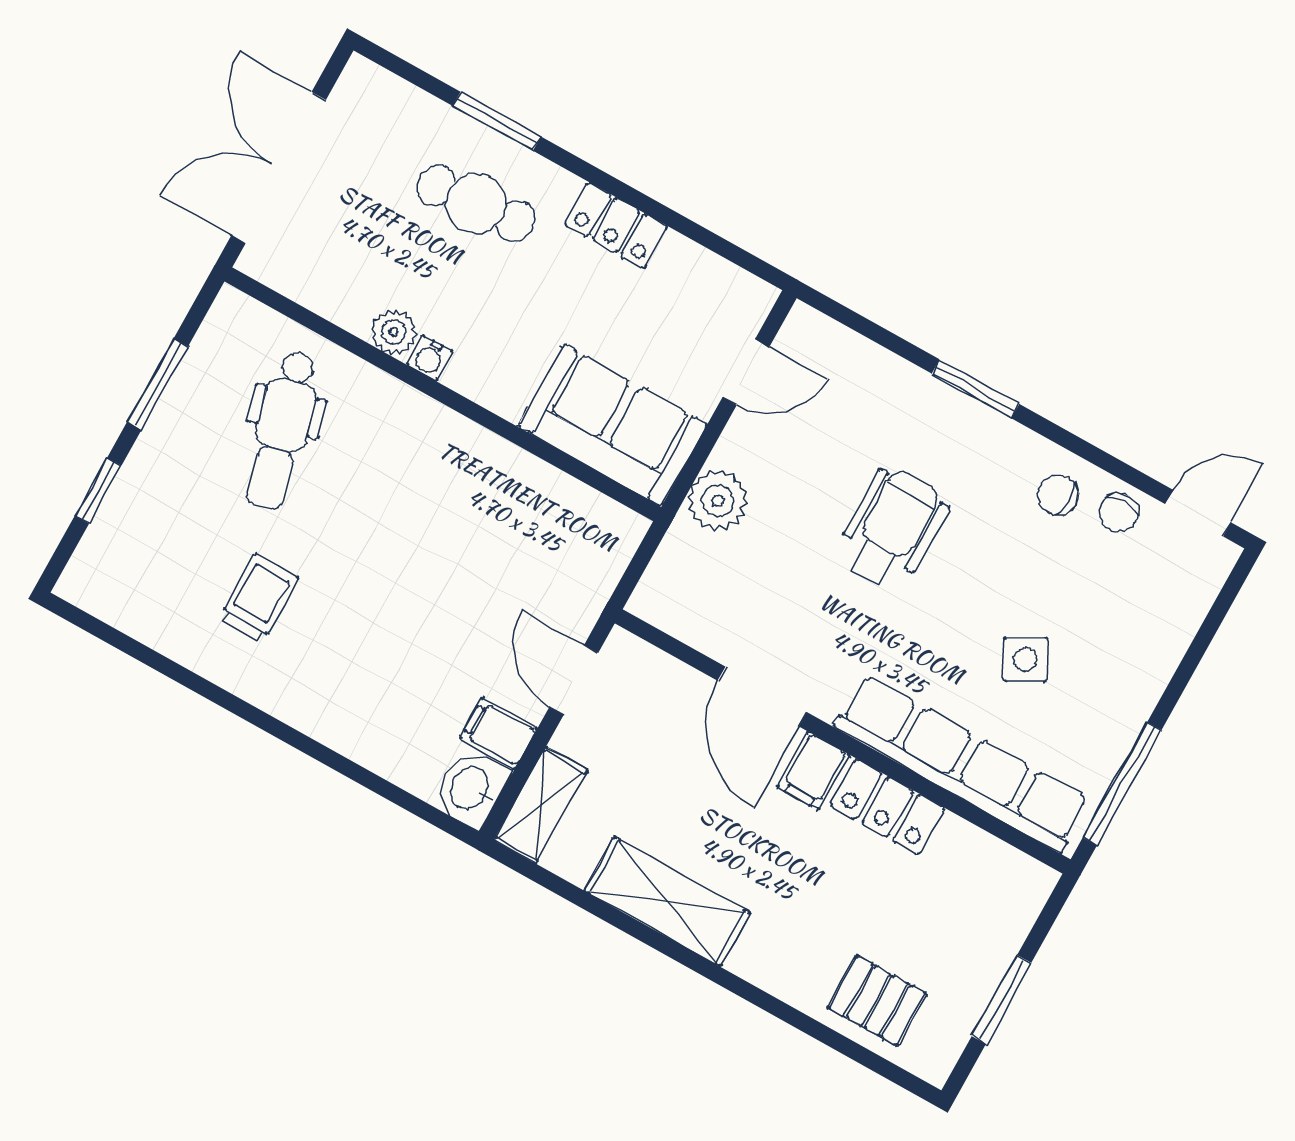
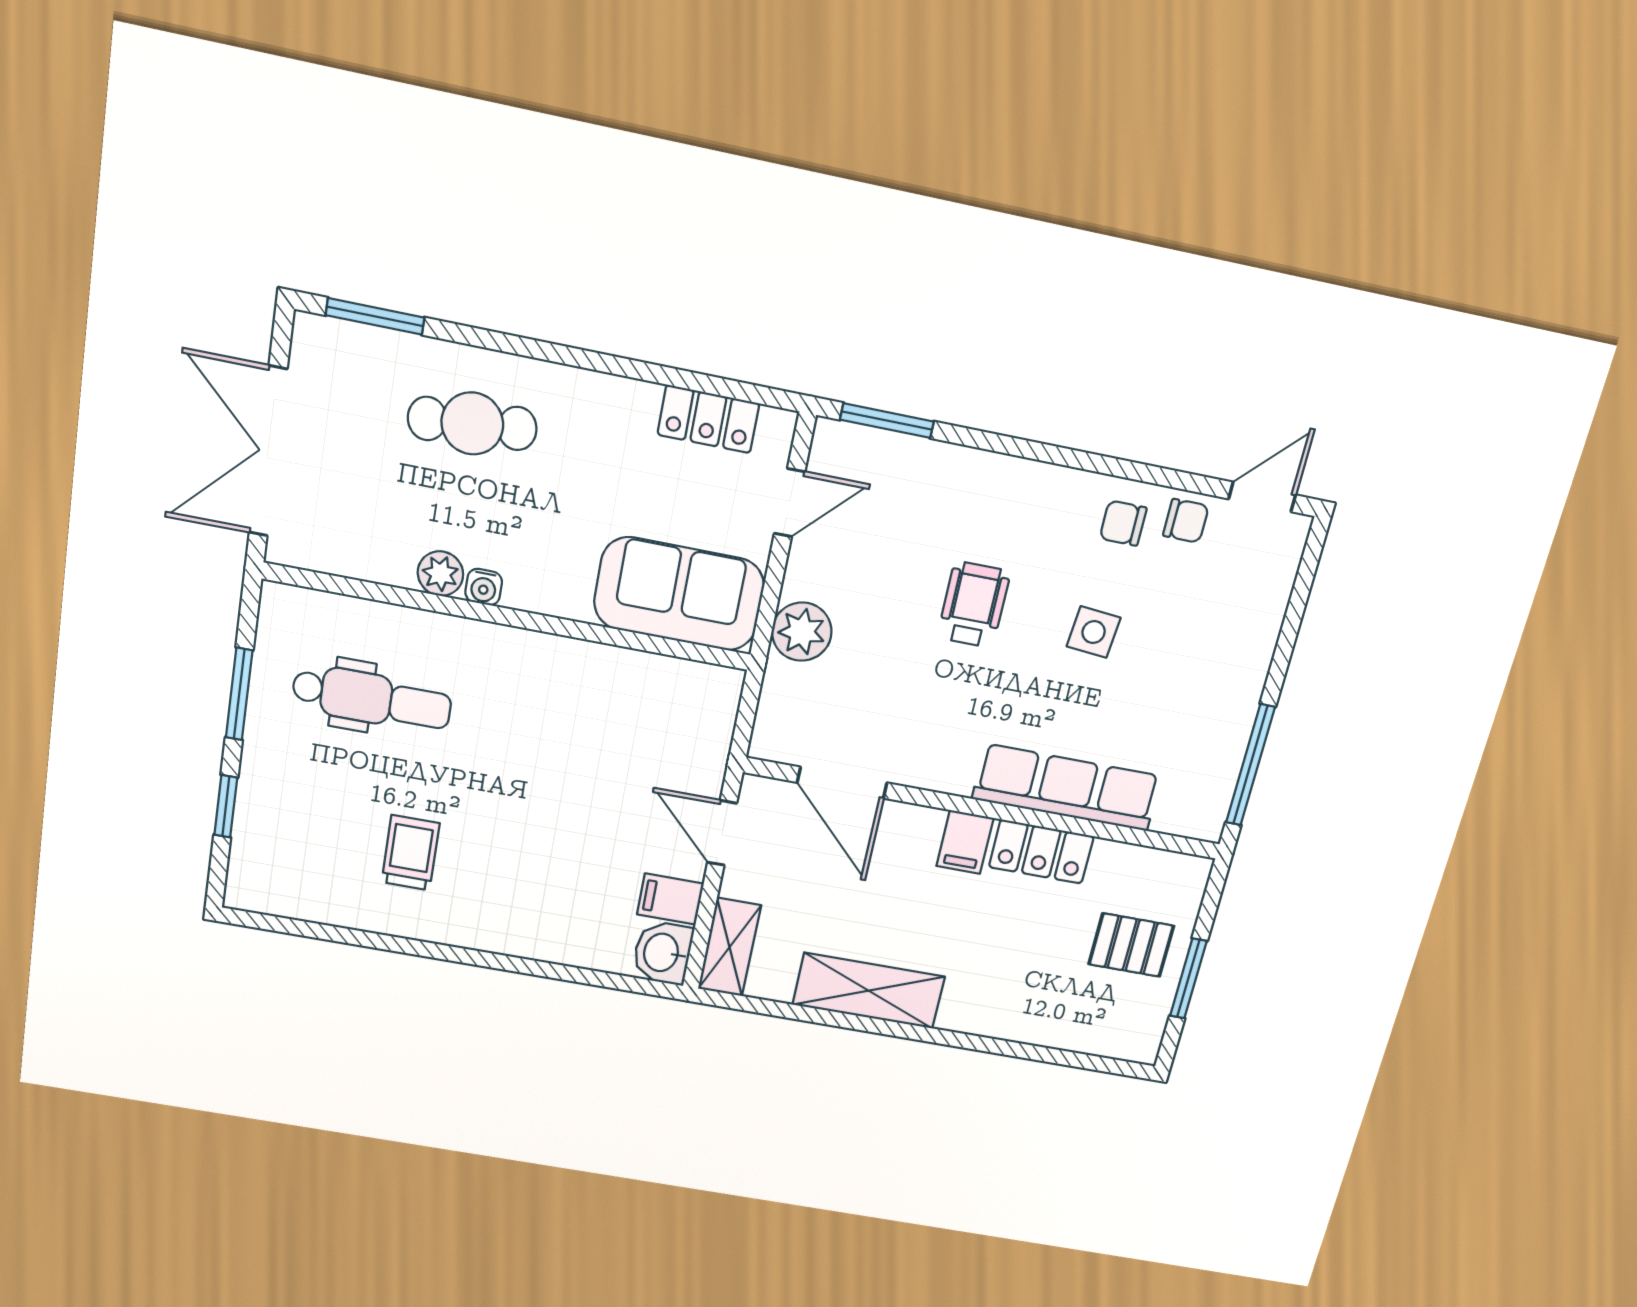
window: (497, 121) -> (375, 316), moved
locker: (616, 225) -> (708, 419), moved
window: (975, 389) -> (887, 421), moved
dental chair: (282, 430) -> (372, 699), turned -75
chair: (1119, 513) -> (1186, 521), turned -90
wheelchair: (892, 528) -> (974, 605), width x0.73, depth x0.73
side table: (1025, 659) -> (1094, 632), moved, turned 34
door: (762, 696) -> (842, 783), moved
row of seats: (962, 763) -> (1067, 787), width x0.73
pallet: (877, 1001) -> (1131, 945), moved

